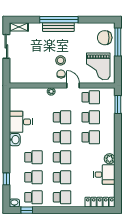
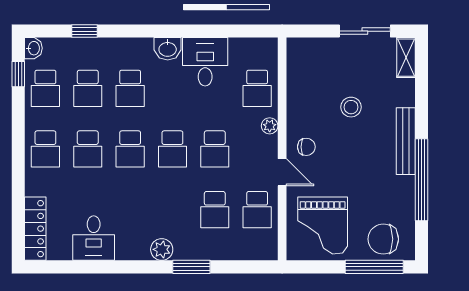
window: (59, 20) -> (422, 180), moved
chair: (105, 38) -> (383, 239), turned -90
stool: (61, 60) -> (351, 107), moved
grand piano: (98, 66) -> (323, 226), turned -90
door: (73, 85) -> (282, 172), hinge flipped
window: (118, 105) -> (191, 267), moved
school desk: (91, 137) -> (257, 88), moved
plant: (110, 159) -> (162, 249), moved

